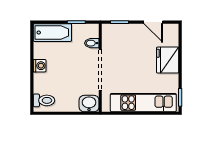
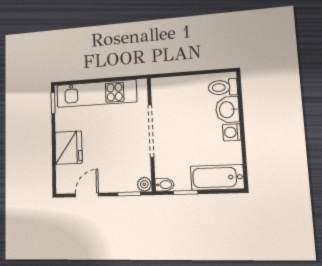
door: (153, 22) -> (87, 195), hinge flipped
plant: (107, 29) -> (144, 184), added
bidet: (92, 43) -> (165, 185), moved
washbasin: (89, 104) -> (227, 110), moved, turned 90

